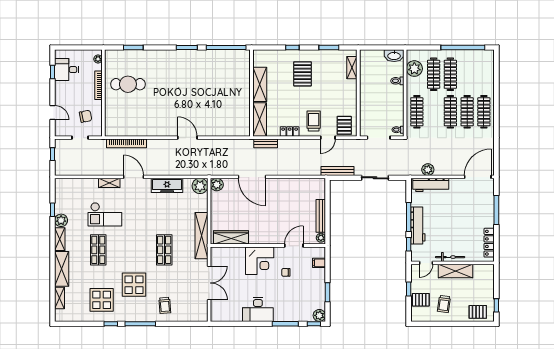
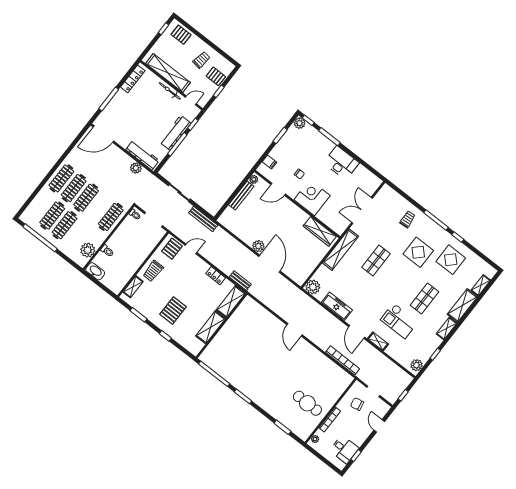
clothes rail: (434, 74) -> (52, 216), moved
trolley: (314, 121) -> (153, 271), moved
plant: (217, 185) -> (258, 246), moved
checkout: (105, 214) -> (399, 321), turned 180
plant: (61, 220) -> (416, 365), moved
shelving: (455, 271) -> (168, 73), width x1.47

